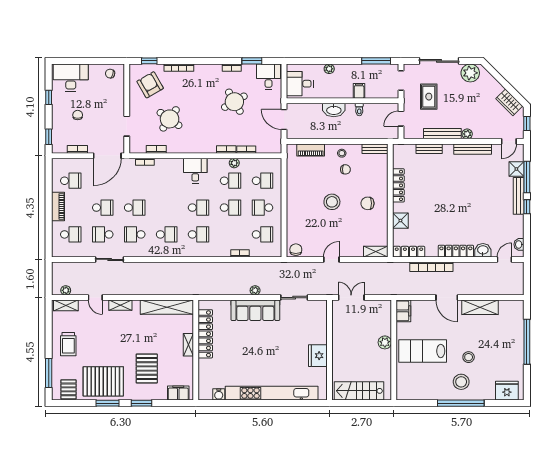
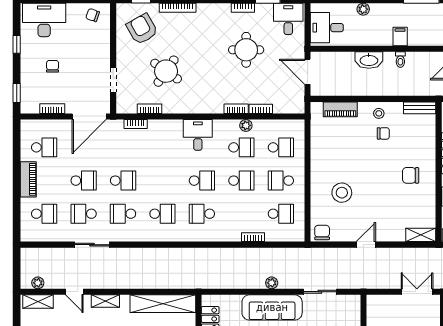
round table: (234, 102) -> (246, 50), turned 30
stool: (332, 202) -> (342, 193), moved
school desk: (199, 234) -> (202, 214), turned 180
double door: (351, 298) -> (417, 292), moved

